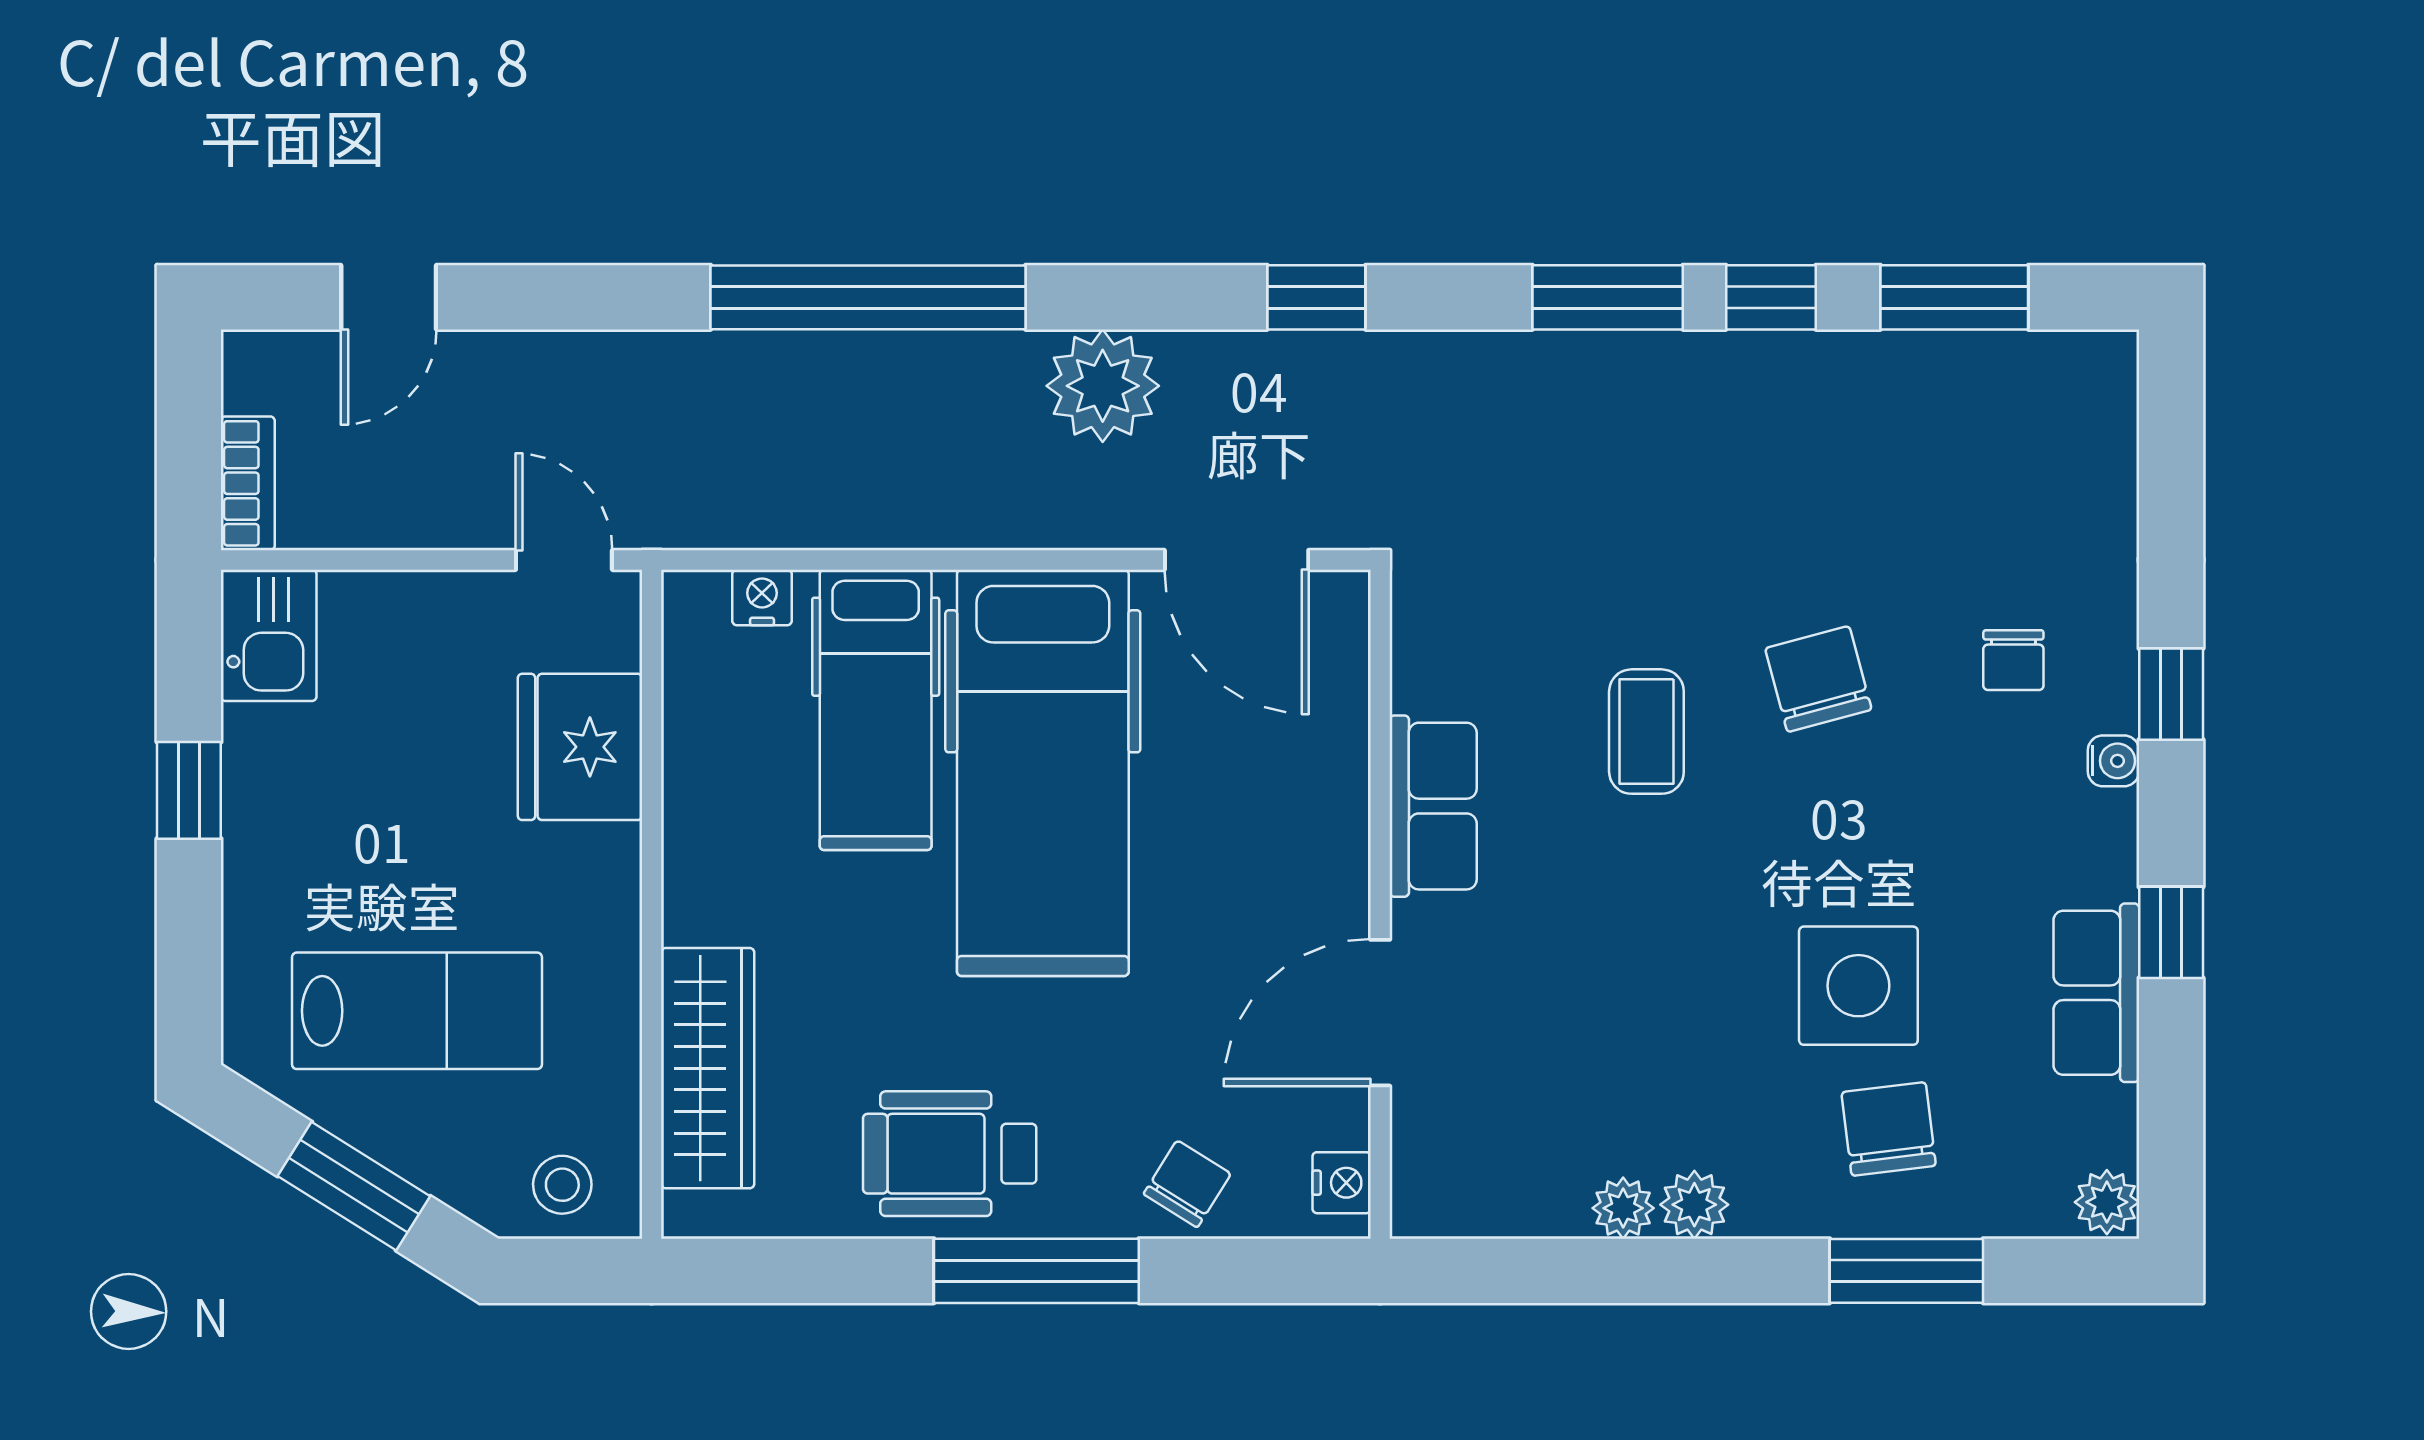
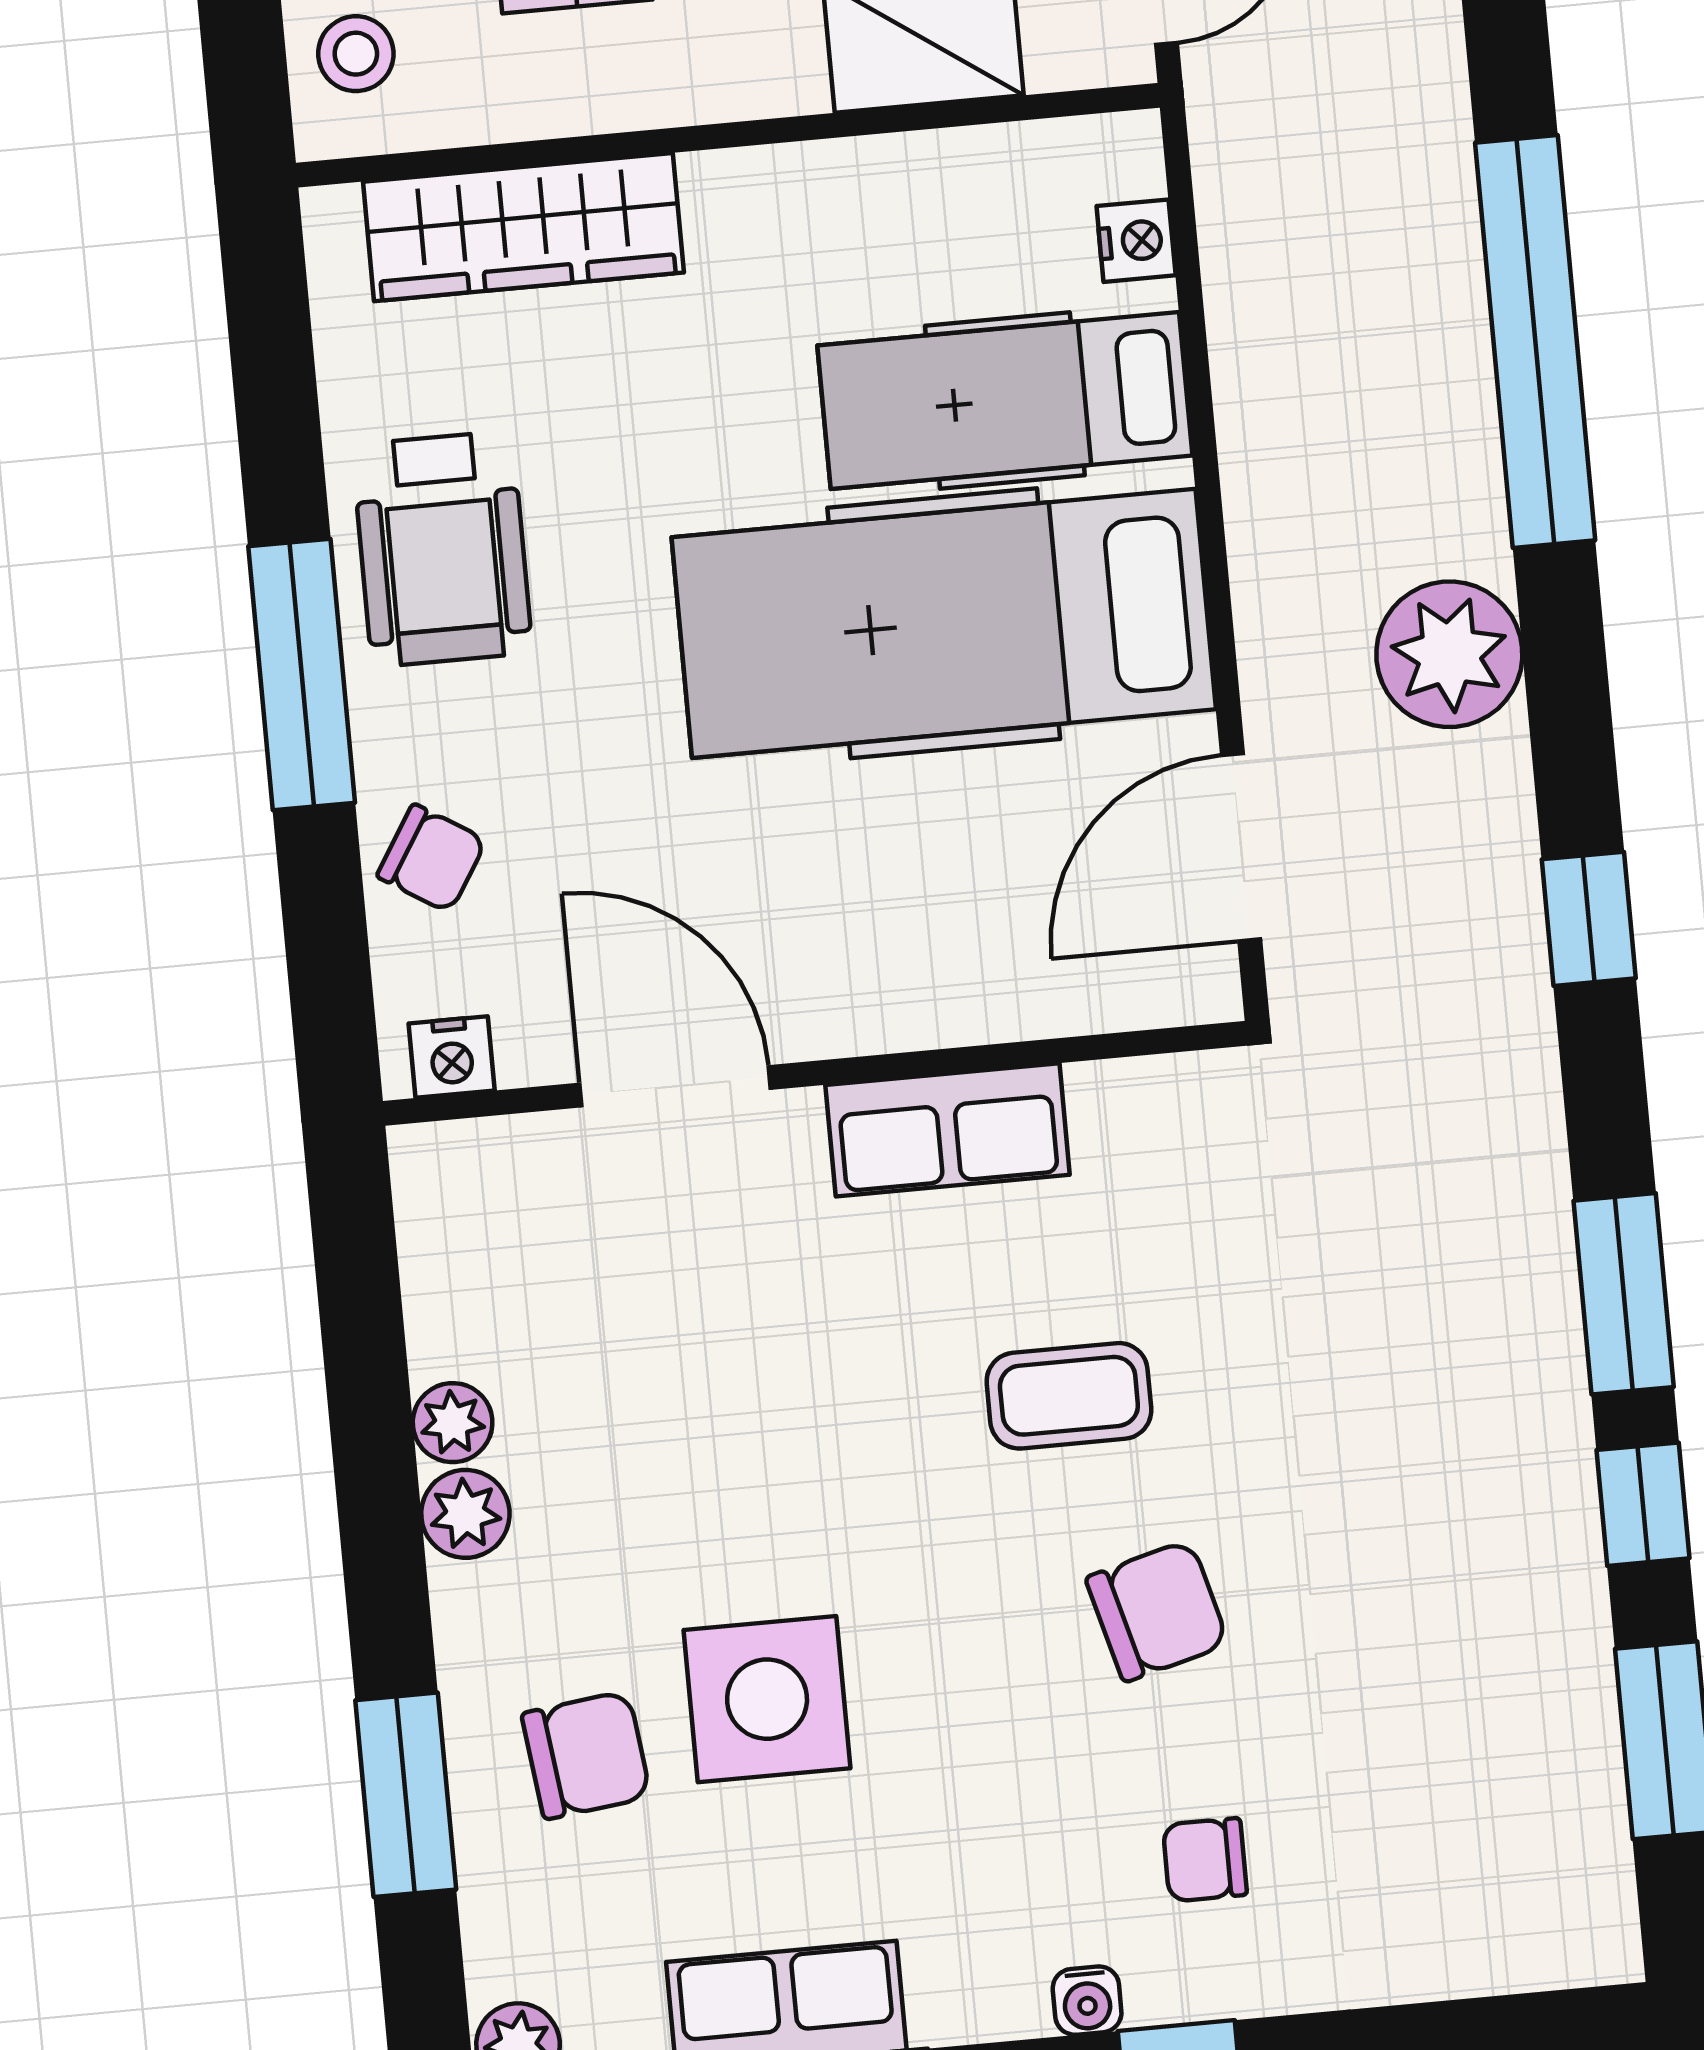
wheelchair: (950, 1154) -> (442, 549), turned 180

